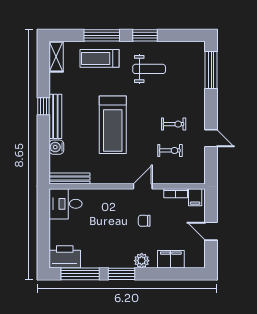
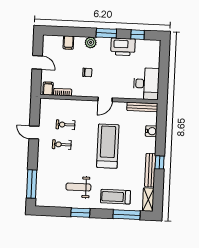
window: (102, 35) -> (127, 215), moved
treadmill: (100, 58) -> (115, 197), turned 180
bench: (55, 116) -> (150, 170), moved
door: (143, 186) -> (105, 99), moved
desk: (66, 204) -> (146, 84), width x1.37
printer: (65, 257) -> (123, 47), moved
filing cabinet: (171, 259) -> (68, 42), width x0.50
window: (80, 274) -> (138, 35), width x0.46

